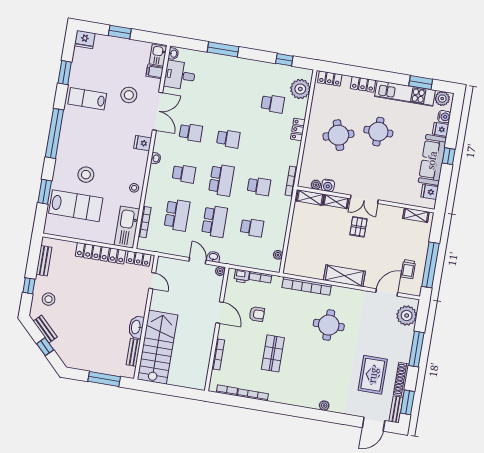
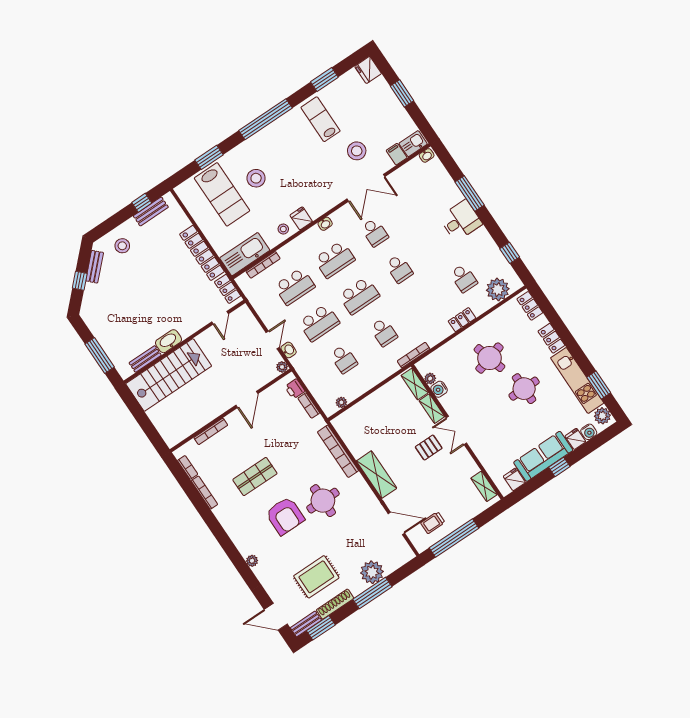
desk: (180, 75) -> (461, 221), moved, turned 90
fridge: (143, 143) -> (301, 218), moved
school desk: (184, 174) -> (335, 259), width x1.85
window: (29, 286) -> (142, 203), moved
armchair: (257, 314) -> (285, 516), moved, width x1.88, depth x1.88
plant: (407, 315) -> (372, 572), moved

